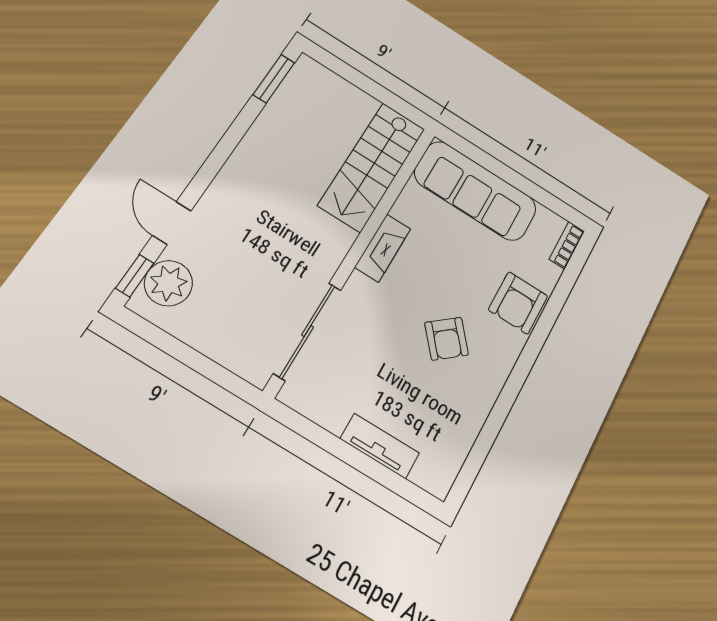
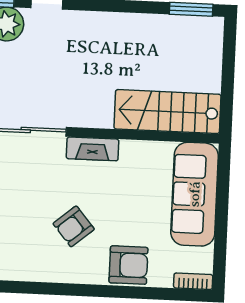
fireplace: (383, 248) -> (93, 149), moved
armchair: (518, 303) -> (128, 265), turned 180

